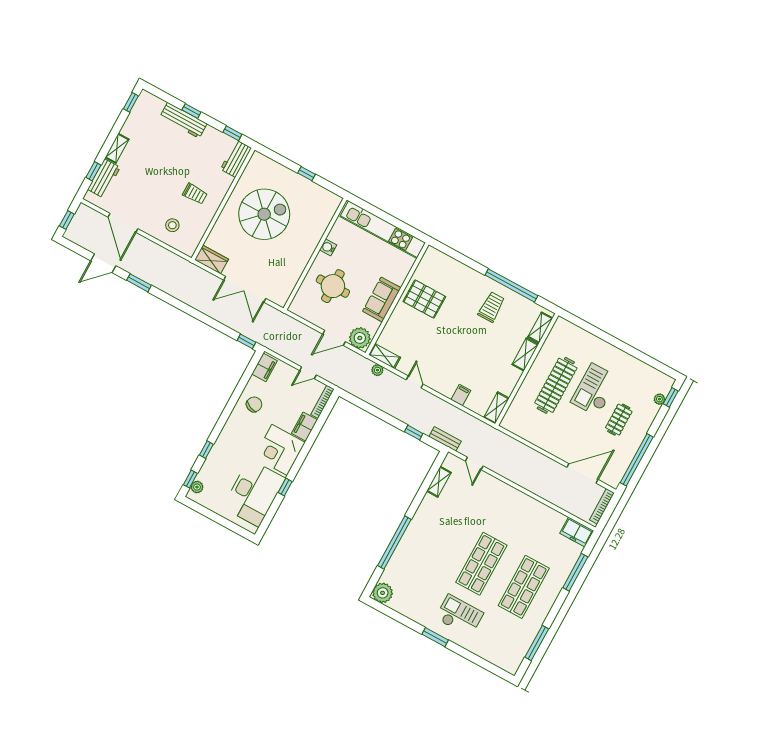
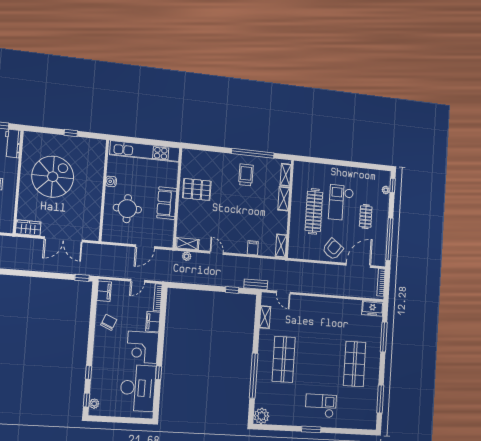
plant: (360, 338) -> (164, 238), removed
armchair: (559, 440) -> (333, 249), added
shop shelf: (481, 564) -> (284, 359), moved

